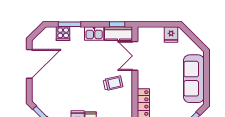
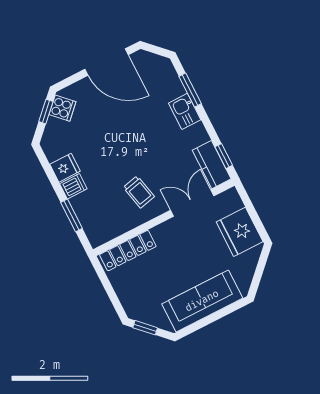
cooker: (63, 34) -> (62, 108), moved, turned -135
kitchen sink: (94, 34) -> (185, 111), moved
fridge: (171, 35) -> (240, 232), width x1.88, depth x1.34

